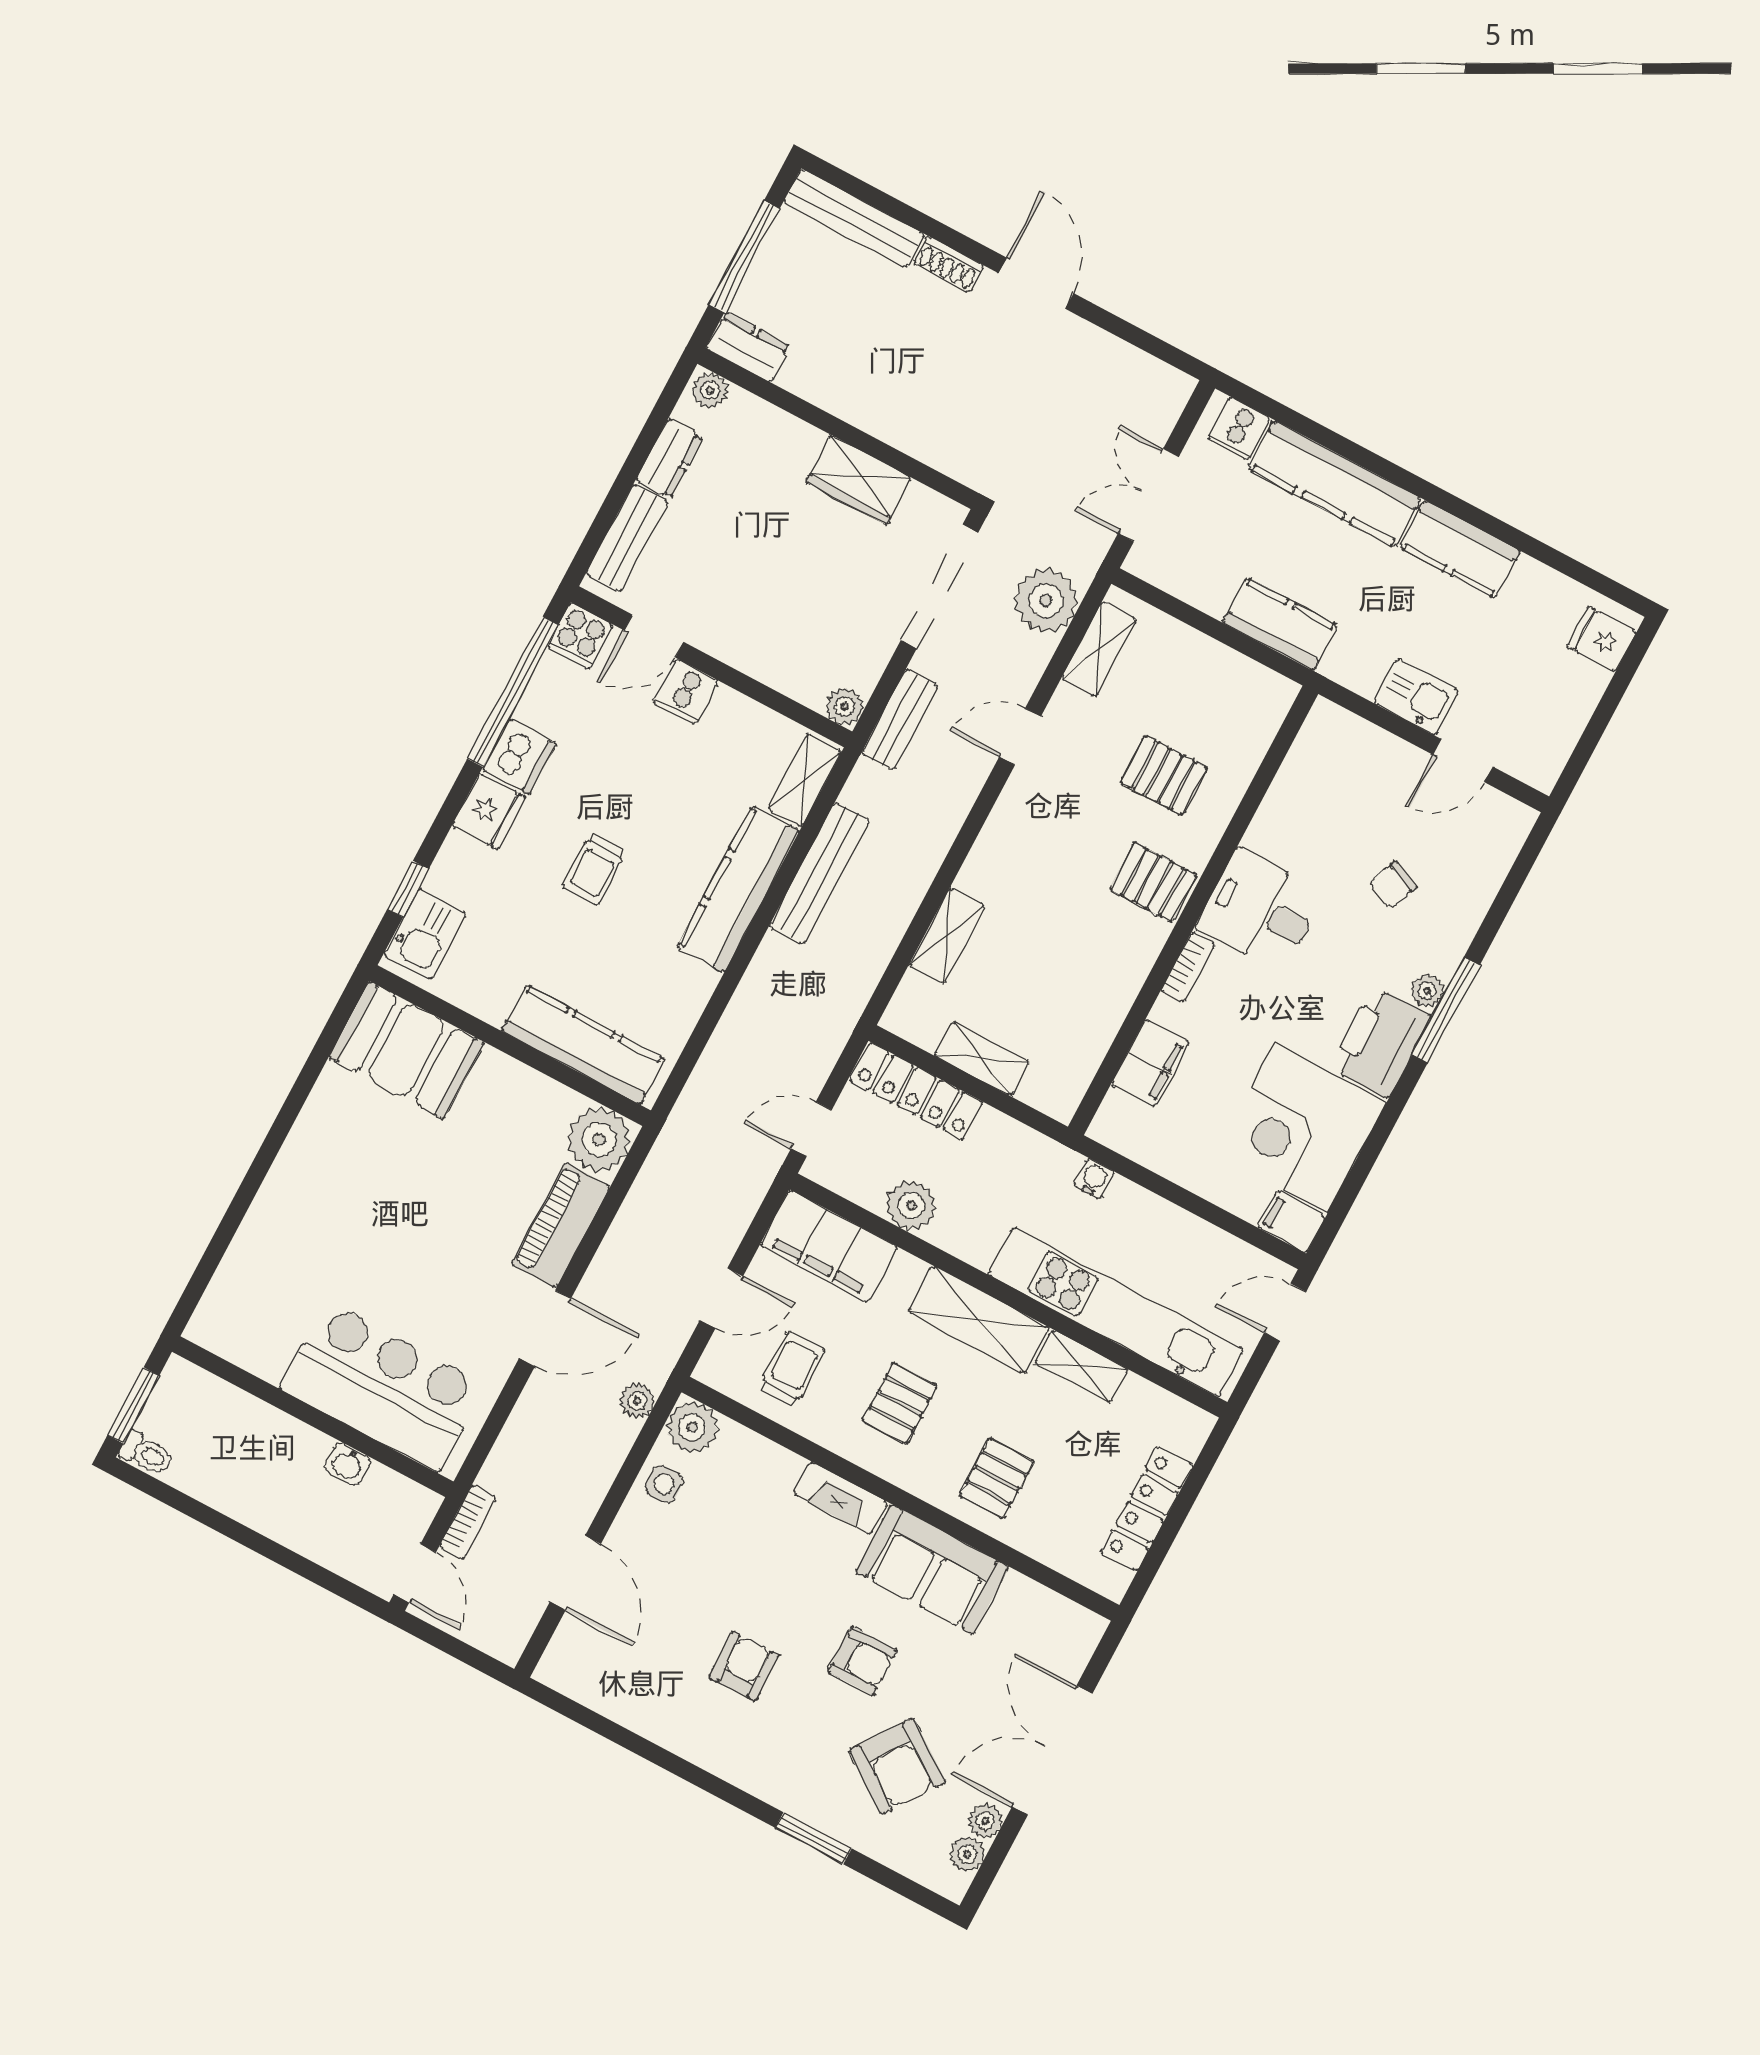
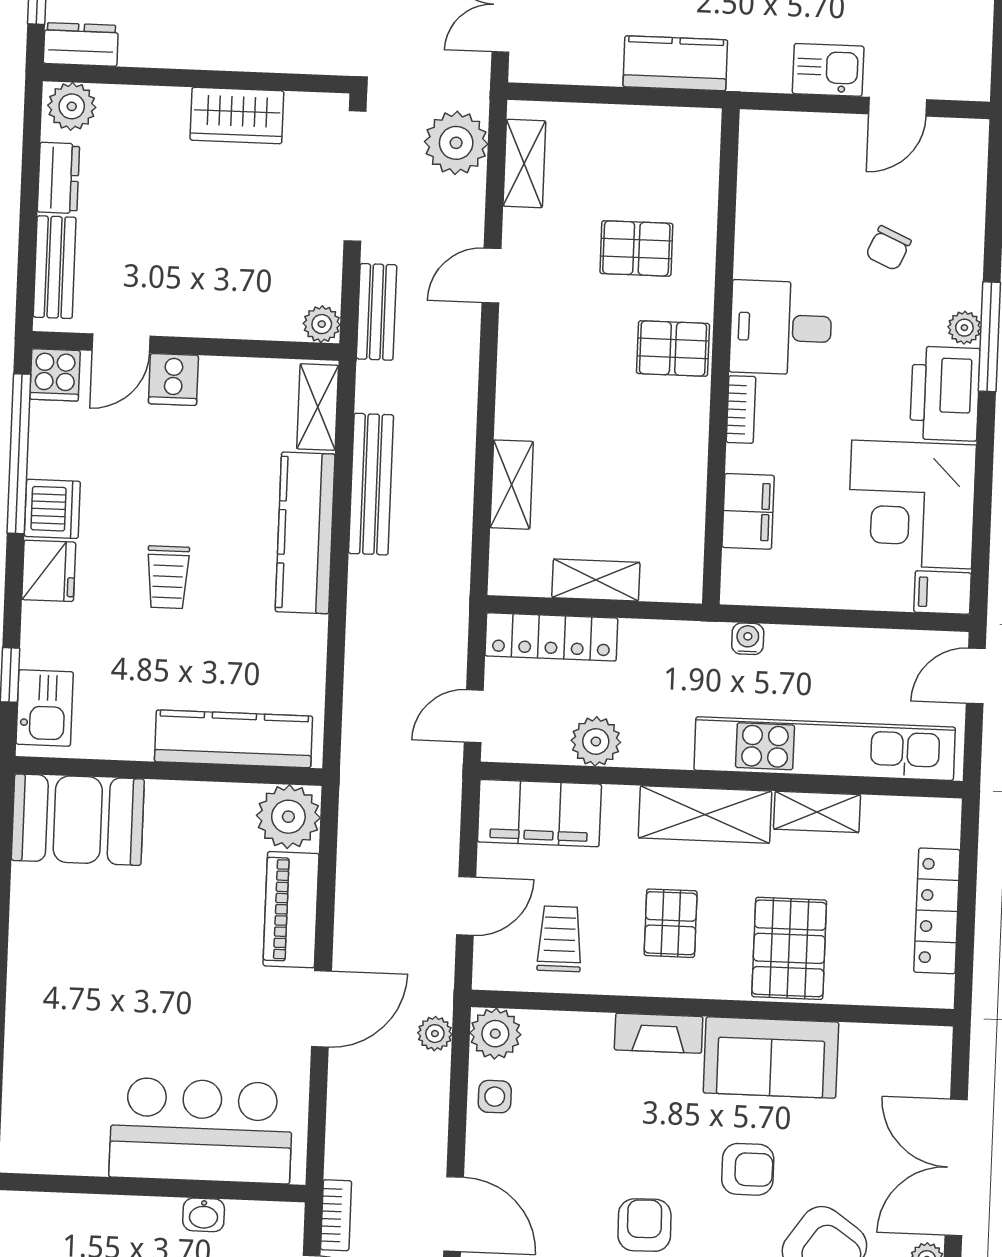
plant: (710, 390) -> (72, 106), width x1.38, depth x1.38
pallet: (996, 1478) -> (789, 948), width x1.50, depth x1.42

